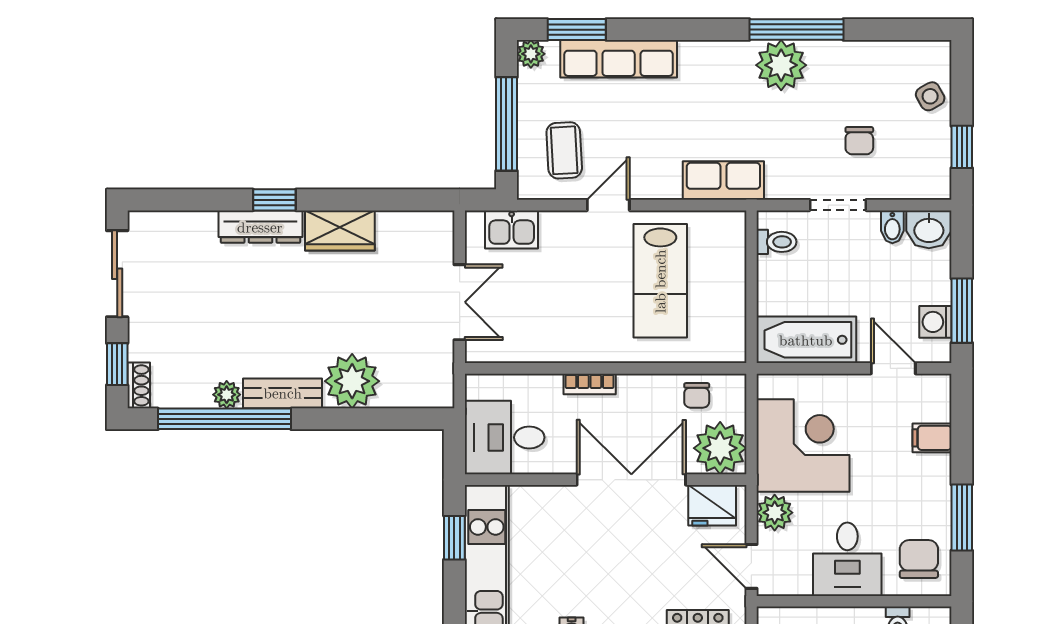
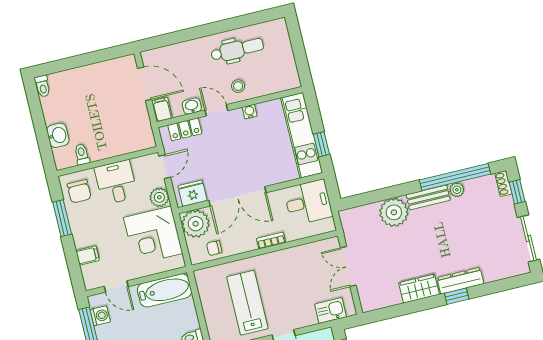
chair: (697, 395) -> (214, 248), turned -90
door: (751, 566) -> (165, 167), hinge flipped

